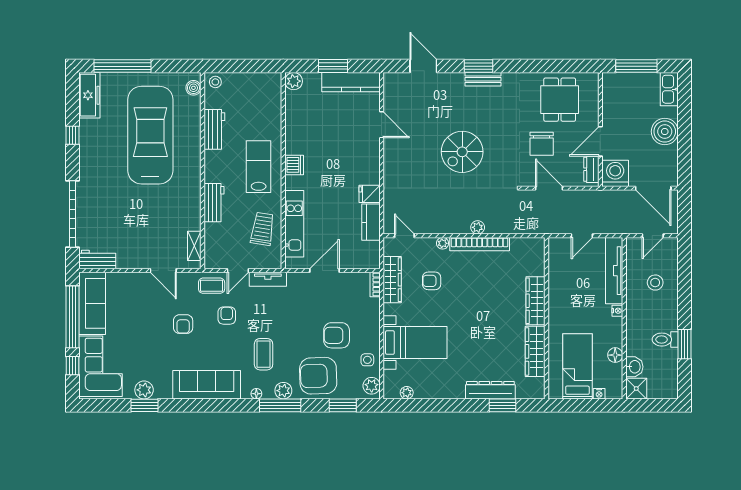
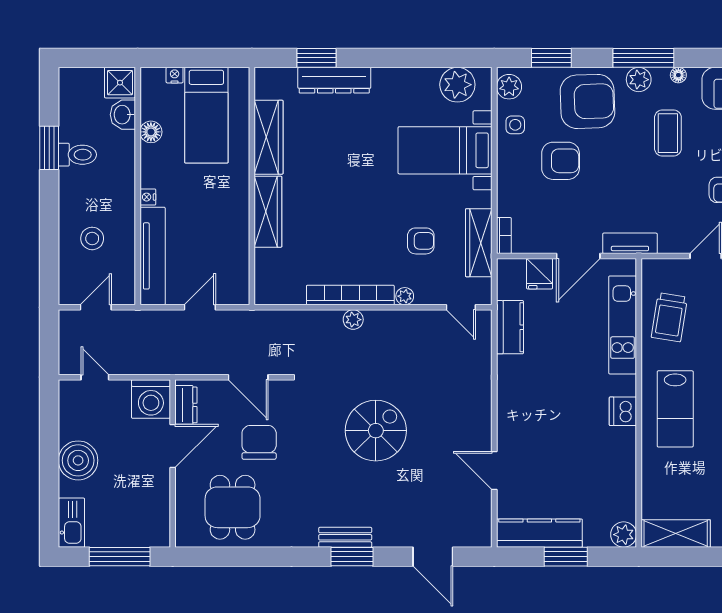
shelving: (258, 82) -> (676, 534), added
door: (653, 188) -> (95, 377), width x0.53
fridge: (370, 194) -> (540, 274), moved, turned 90
tv unit: (268, 279) -> (630, 243), moved
plant: (407, 393) -> (457, 85), width x1.87, depth x1.87

